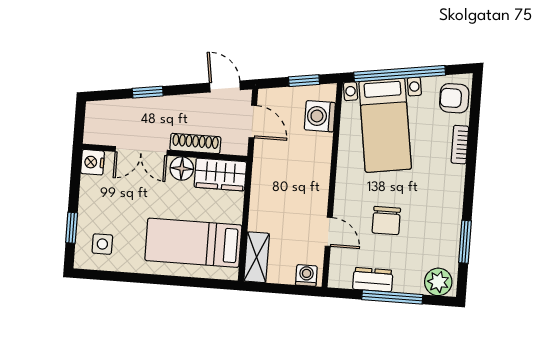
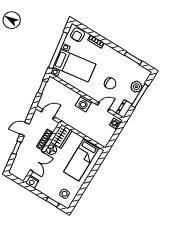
door: (225, 86) -> (25, 129), moved
washing machine: (320, 116) -> (84, 104), moved
shelving: (257, 257) -> (99, 139), removed
dresser: (373, 280) -> (124, 109), moved
plant: (438, 282) -> (136, 87), moved

